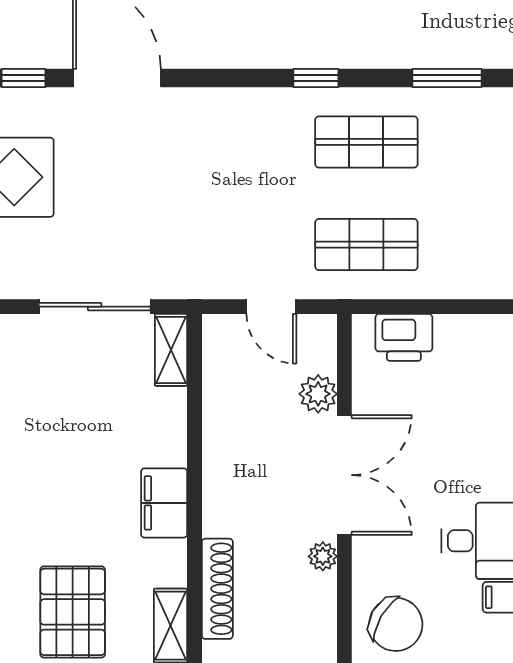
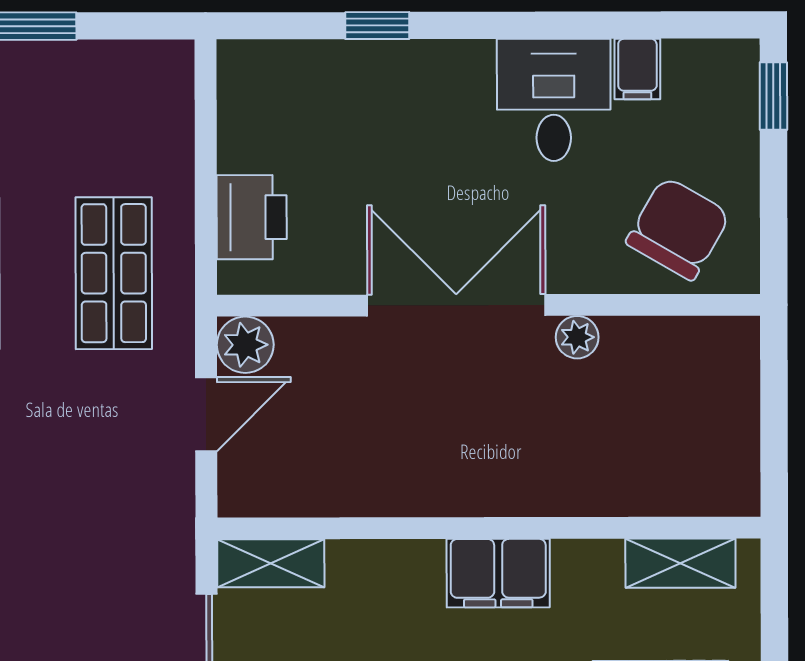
plant: (318, 394) -> (245, 345), moved
shoe rack: (217, 589) -> (626, 494), removed

